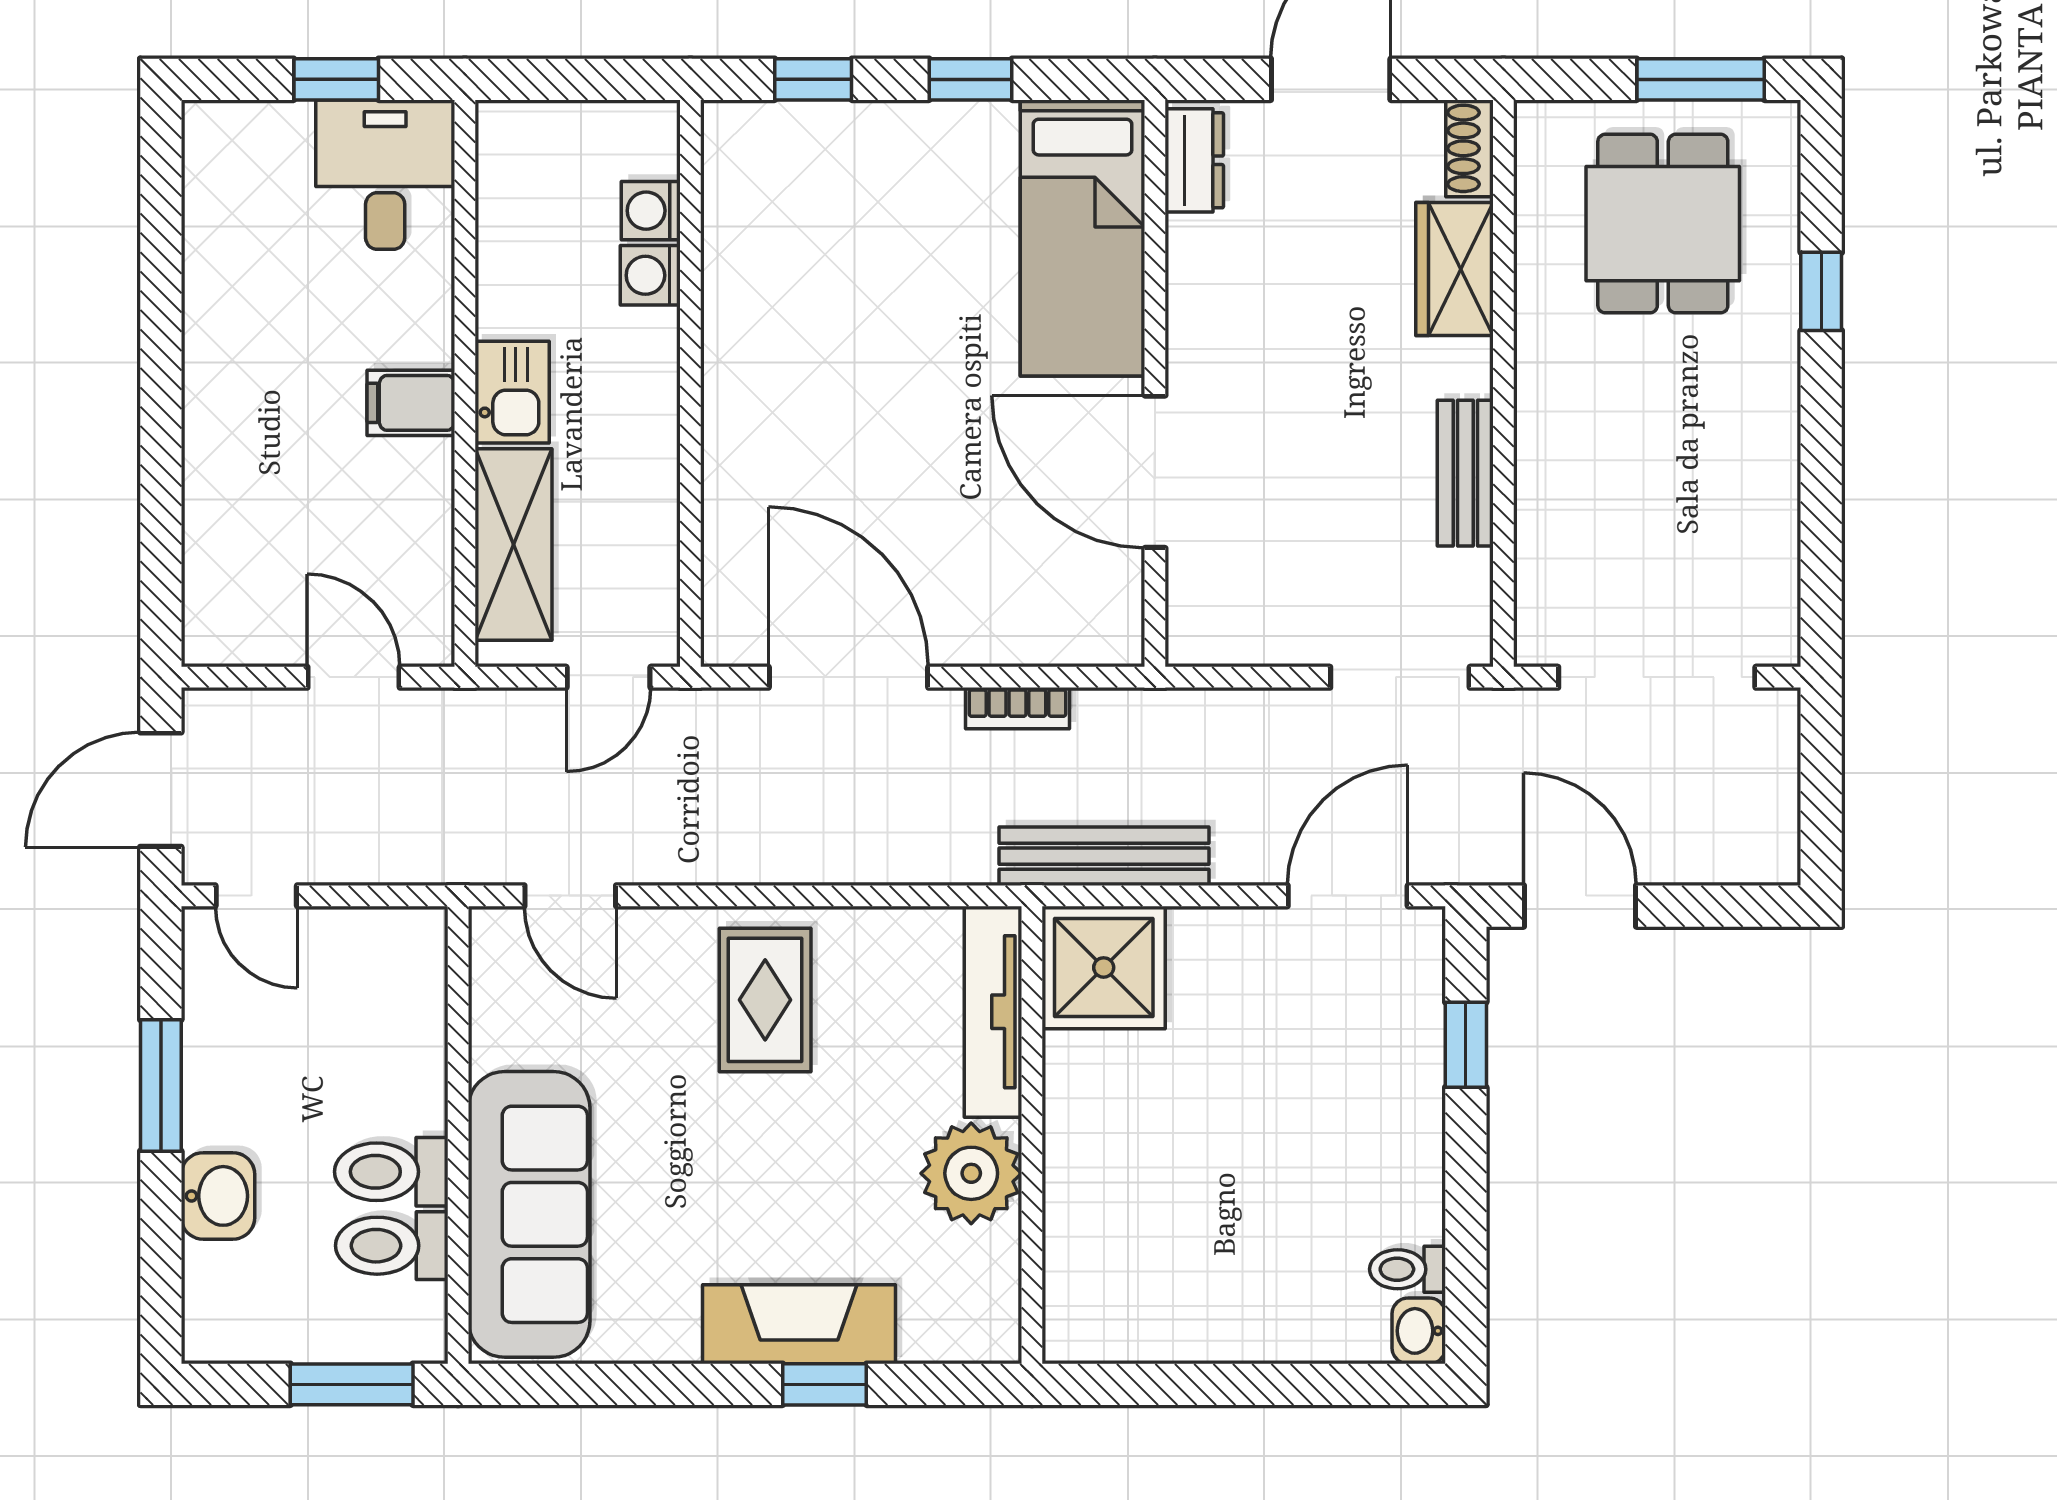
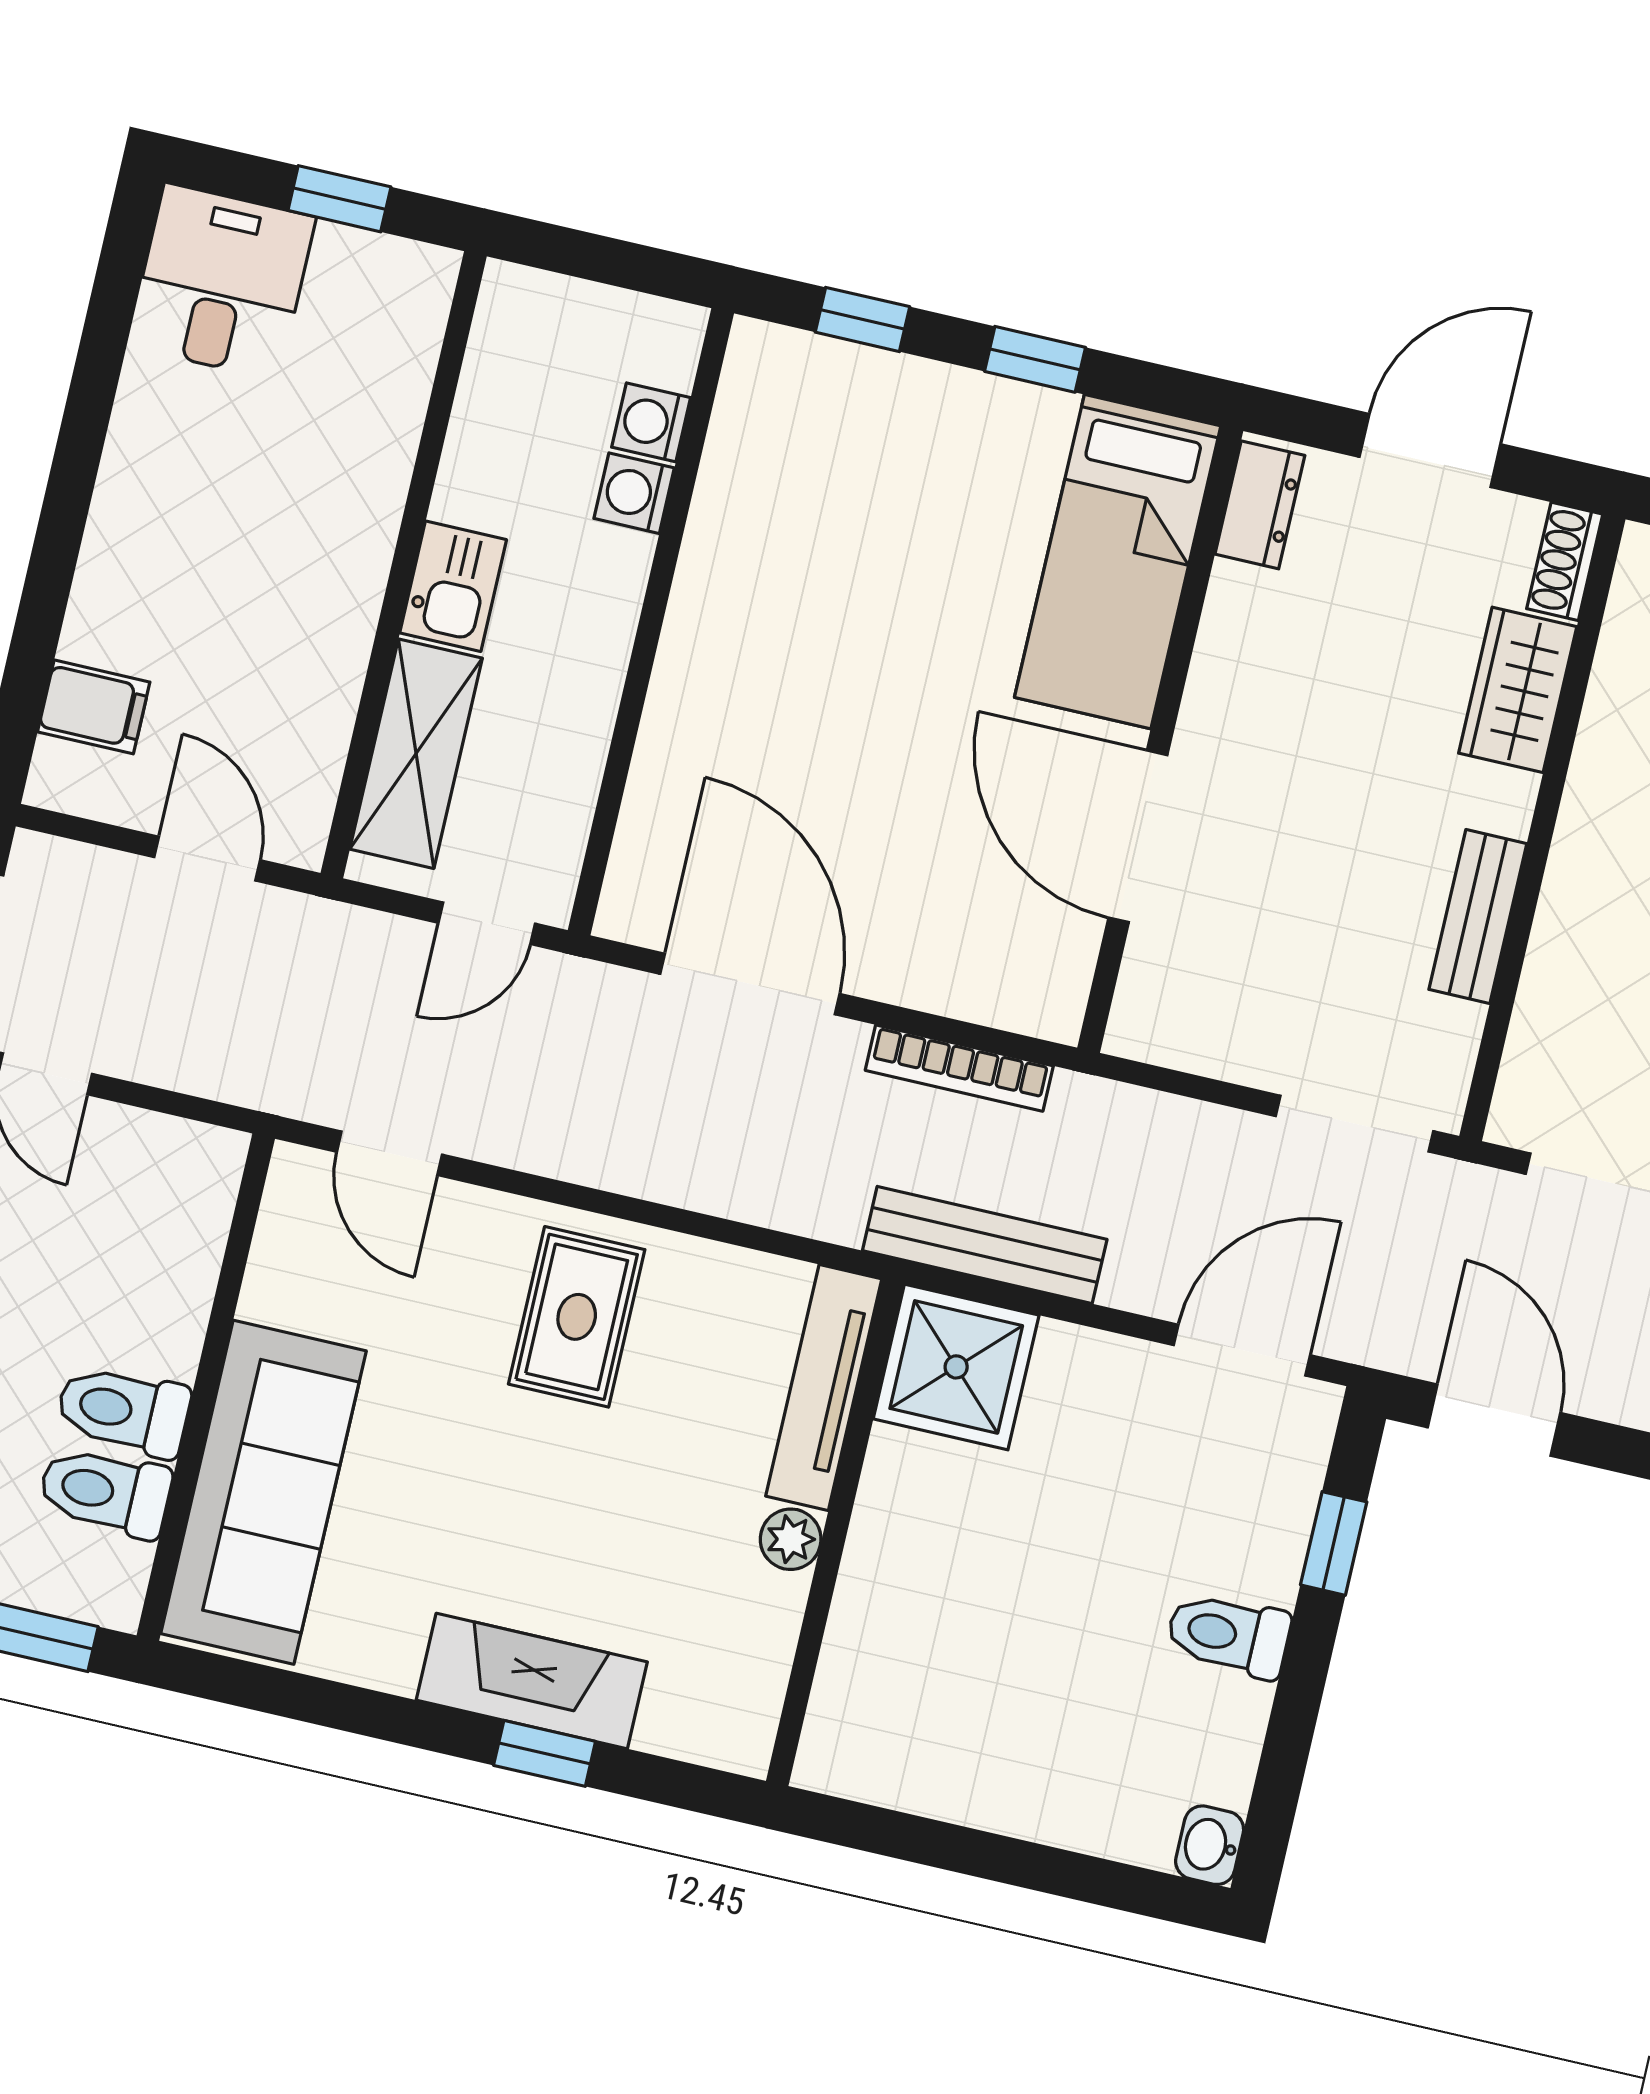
desk: (385, 175) -> (222, 282), moved
filing cabinet: (411, 403) -> (94, 707), moved, turned 180
bookcase: (1017, 708) -> (959, 1068), width x1.56
plant: (971, 1173) -> (791, 1539), width x0.53, depth x0.53
toilet: (1407, 1269) -> (1228, 1635), moved, width x1.37, depth x1.39

